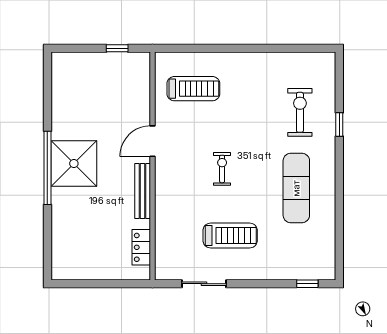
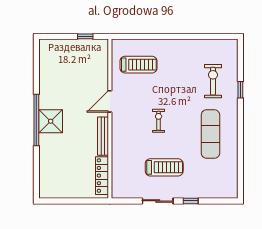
shower: (74, 163) -> (51, 121), width x0.73, depth x0.73
locker: (141, 247) -> (102, 176), width x1.53
sliding door: (204, 284) -> (158, 201), moved
window: (307, 284) -> (191, 201), moved

